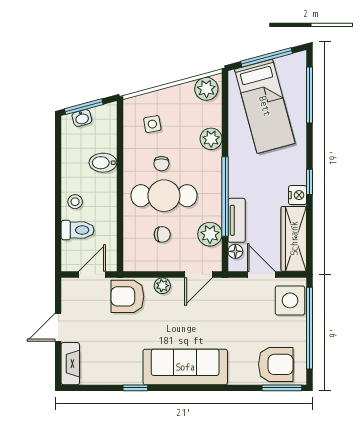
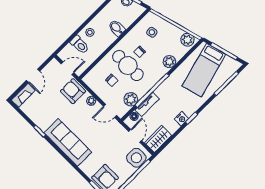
wardrobe: (294, 239) -> (158, 139), width x0.67
door: (58, 327) -> (33, 76), swing flipped

